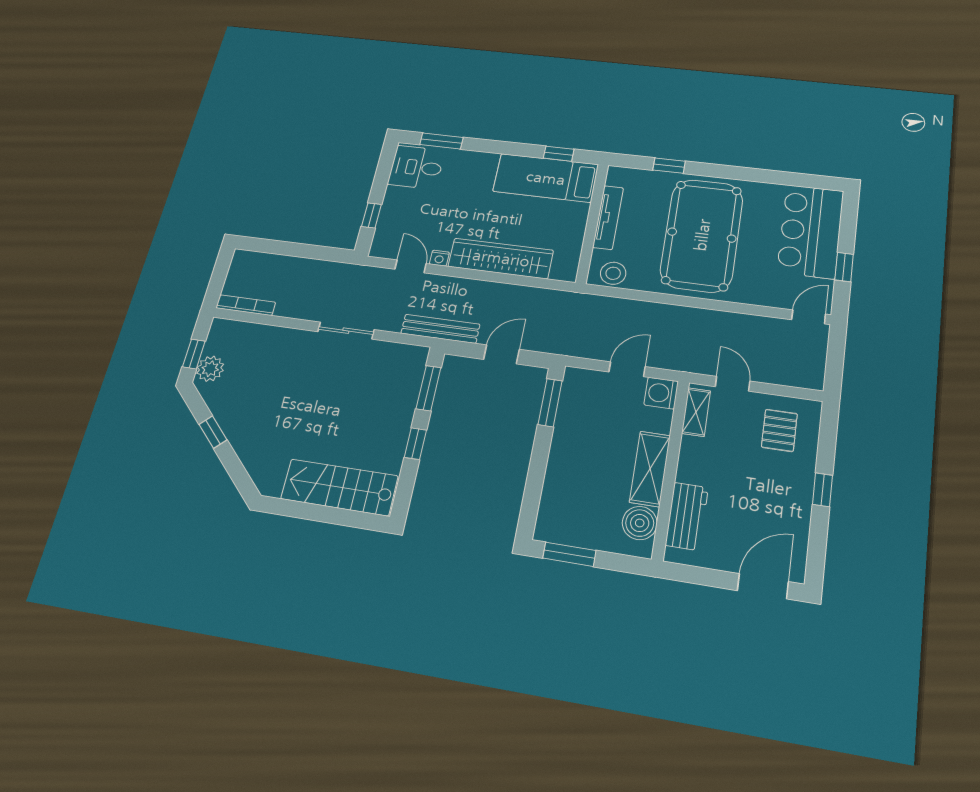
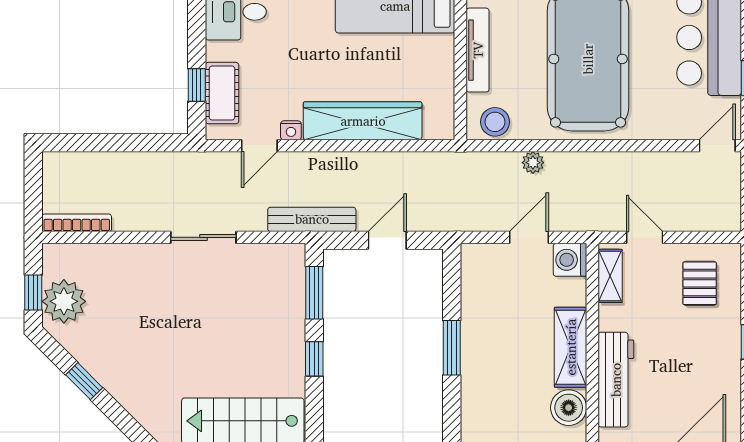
cot: (390, 224) -> (222, 93), added
door: (411, 266) -> (259, 146), swing flipped
plant: (641, 309) -> (533, 163), added
plant: (210, 369) -> (64, 301), width x1.36, depth x1.36
window: (550, 403) -> (452, 348), moved
workbench: (687, 516) -> (616, 380), width x1.37

